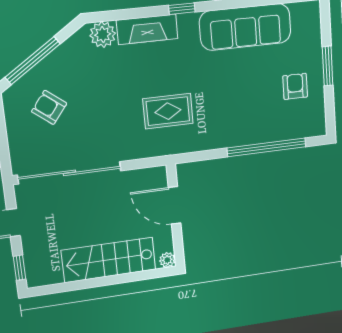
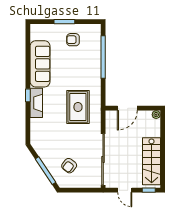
fireplace: (147, 29) -> (36, 103), moved
plant: (103, 35) -> (37, 136), removed
rug: (168, 111) -> (78, 107), width x1.36, depth x1.43
stairs: (109, 260) -> (152, 161), moved

